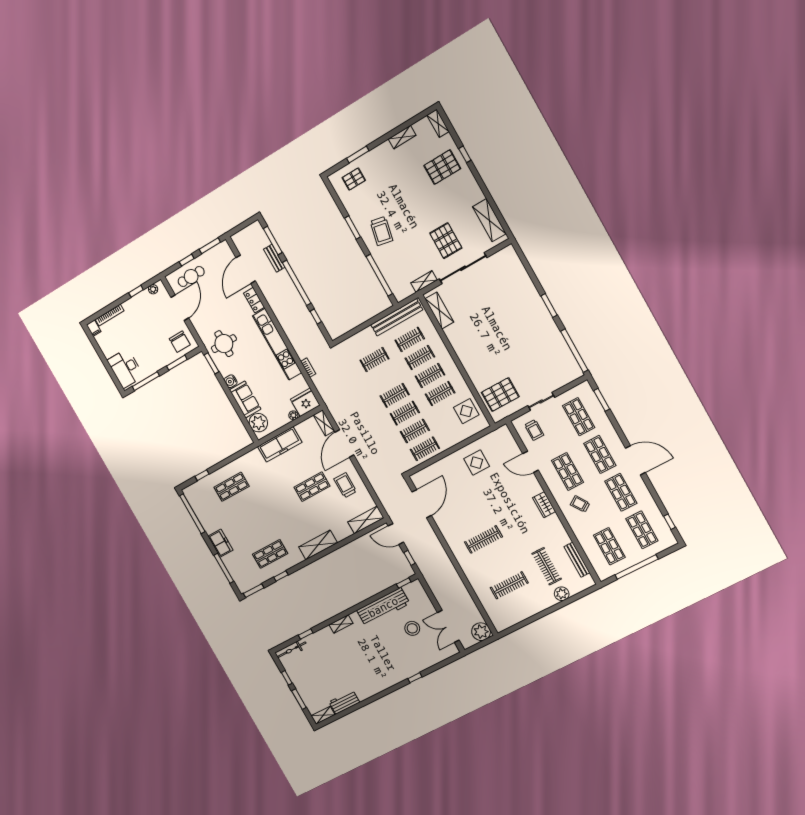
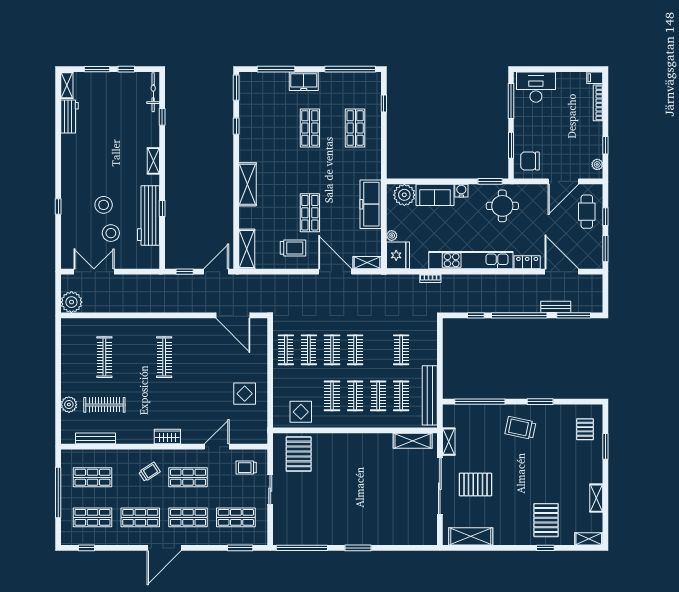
door: (180, 308) -> (563, 181), hinge flipped
shop shelf: (270, 554) -> (310, 128), moved
window: (404, 583) -> (162, 208), moved
stool: (394, 644) -> (104, 205), added

